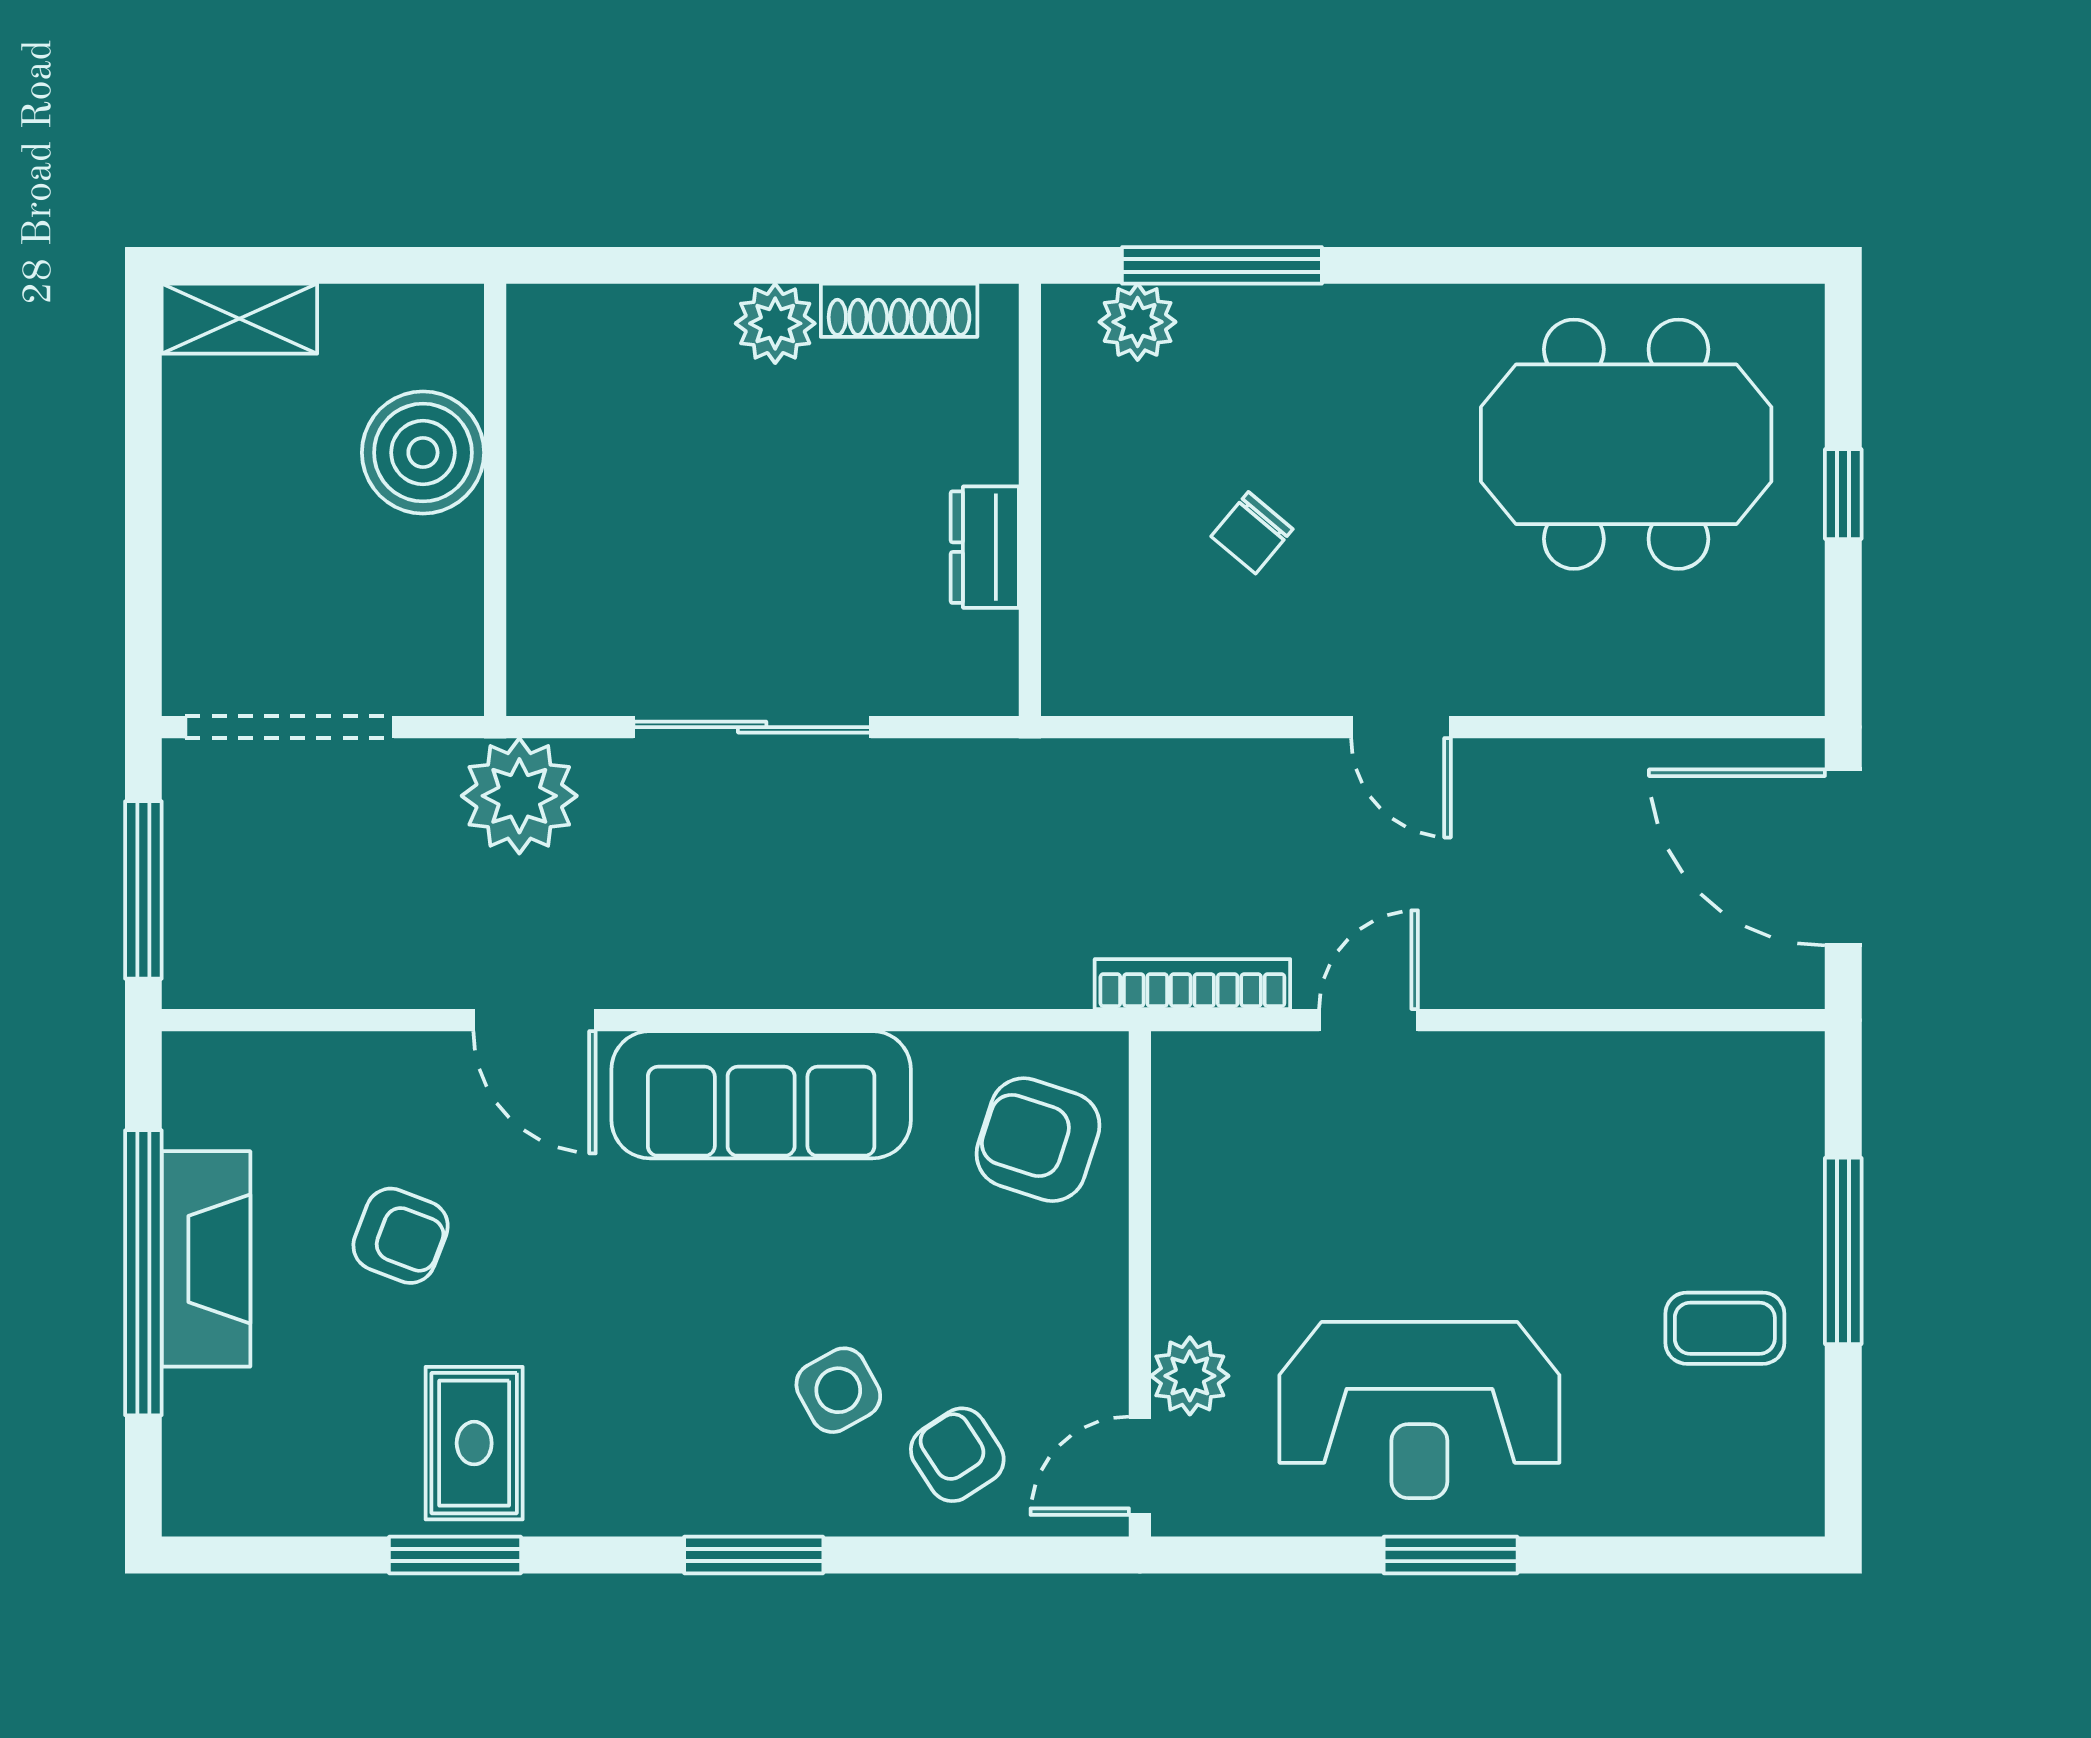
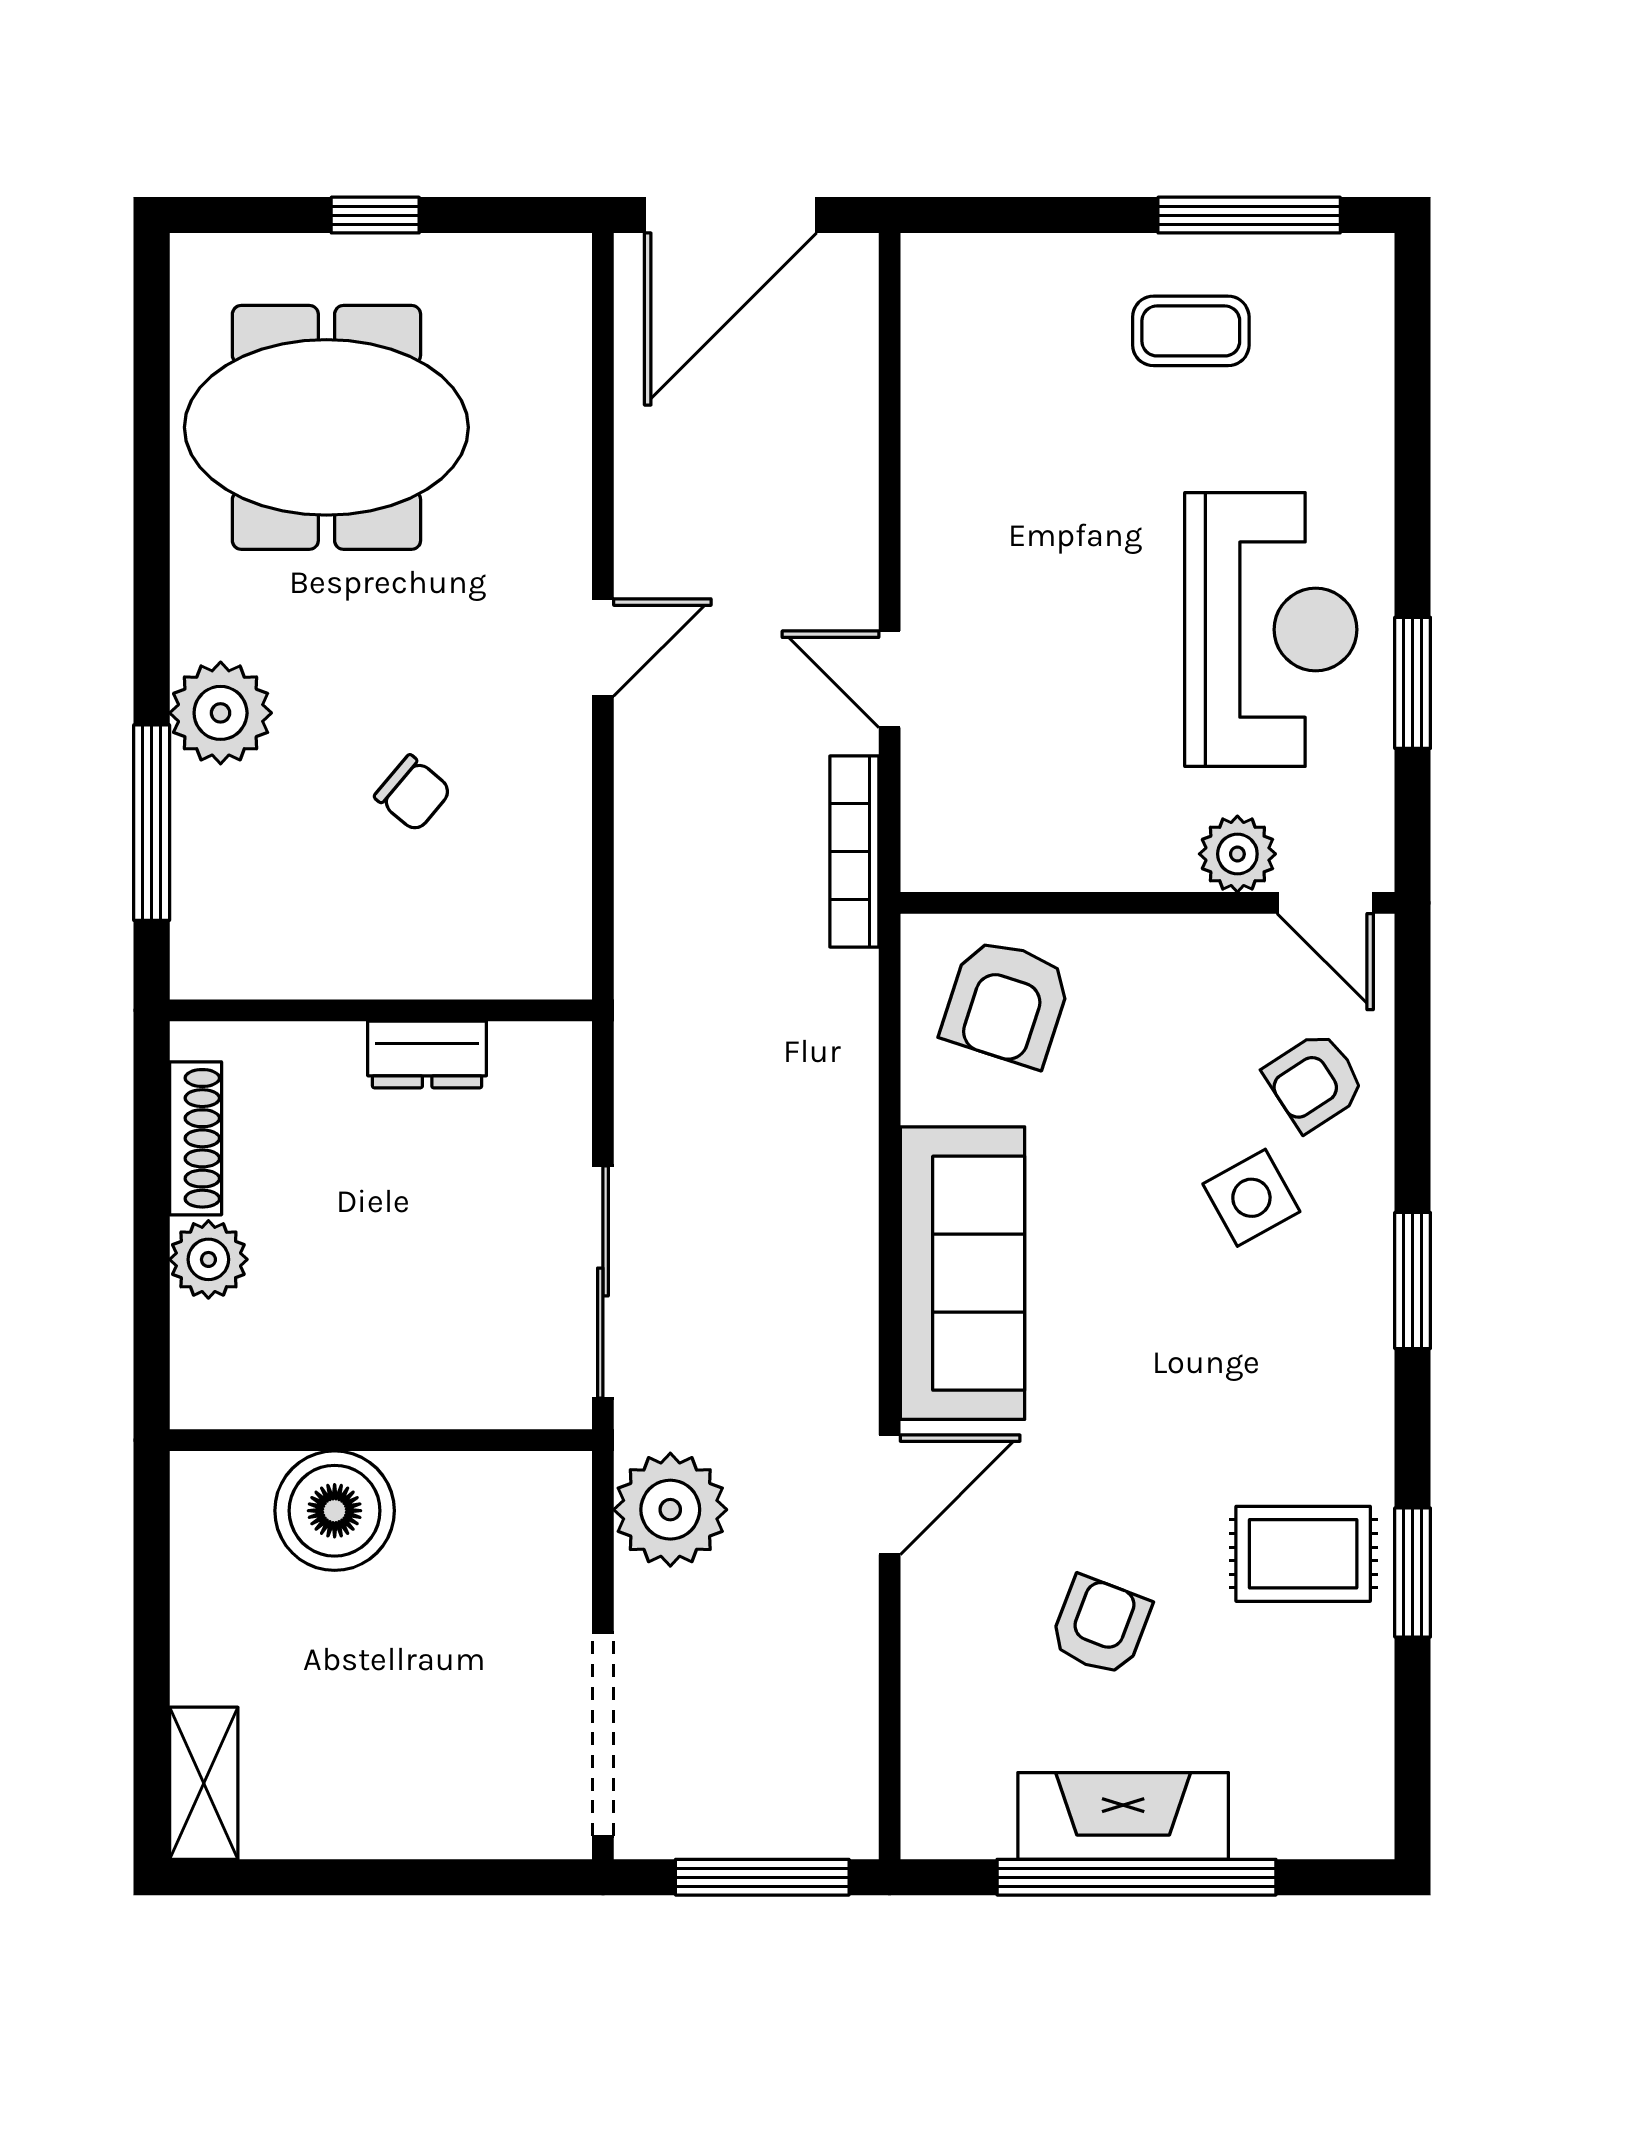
plant: (1138, 322) -> (221, 713), moved, width x1.36, depth x1.36
meeting table: (1626, 444) -> (326, 427), turned 90
boiler: (423, 453) -> (335, 1511), moved
wall: (495, 500) -> (381, 1440), moved
window: (1843, 1251) -> (1249, 215), moved
coffee table: (1725, 1328) -> (1191, 331), turned 90
window: (1451, 1555) -> (1413, 683), moved

